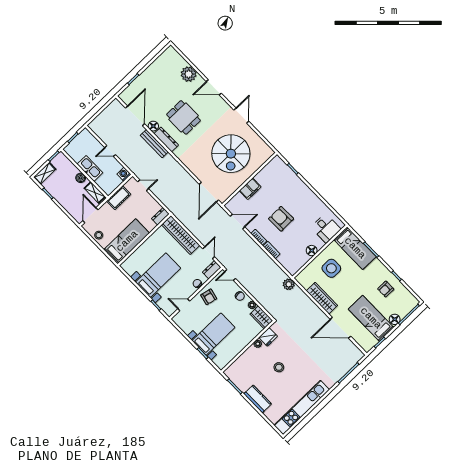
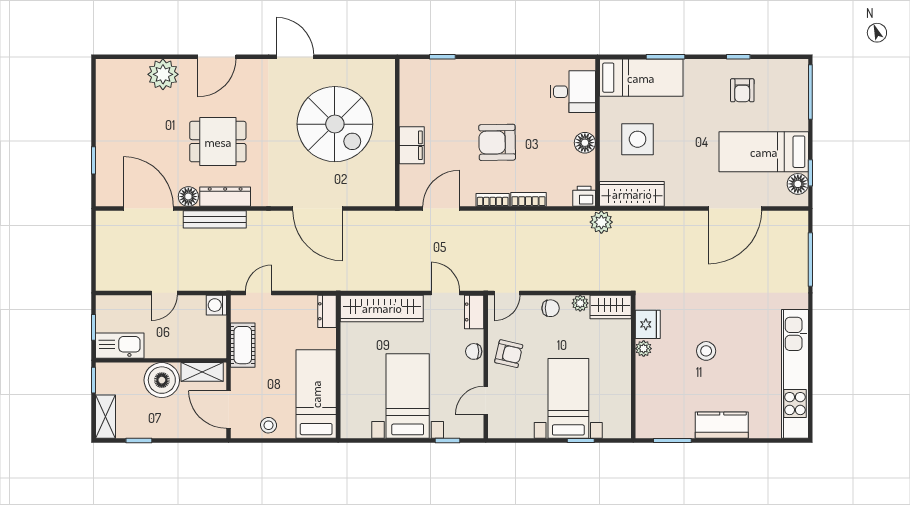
kitchen sink: (90, 168) -> (120, 346), moved
boiler: (81, 178) -> (162, 380), width x1.86, depth x1.86
door: (209, 192) -> (318, 209), moved
printer: (292, 269) -> (584, 196), added
wardrobe: (322, 298) -> (632, 194), moved
floor lamp: (395, 319) -> (798, 184), moved

